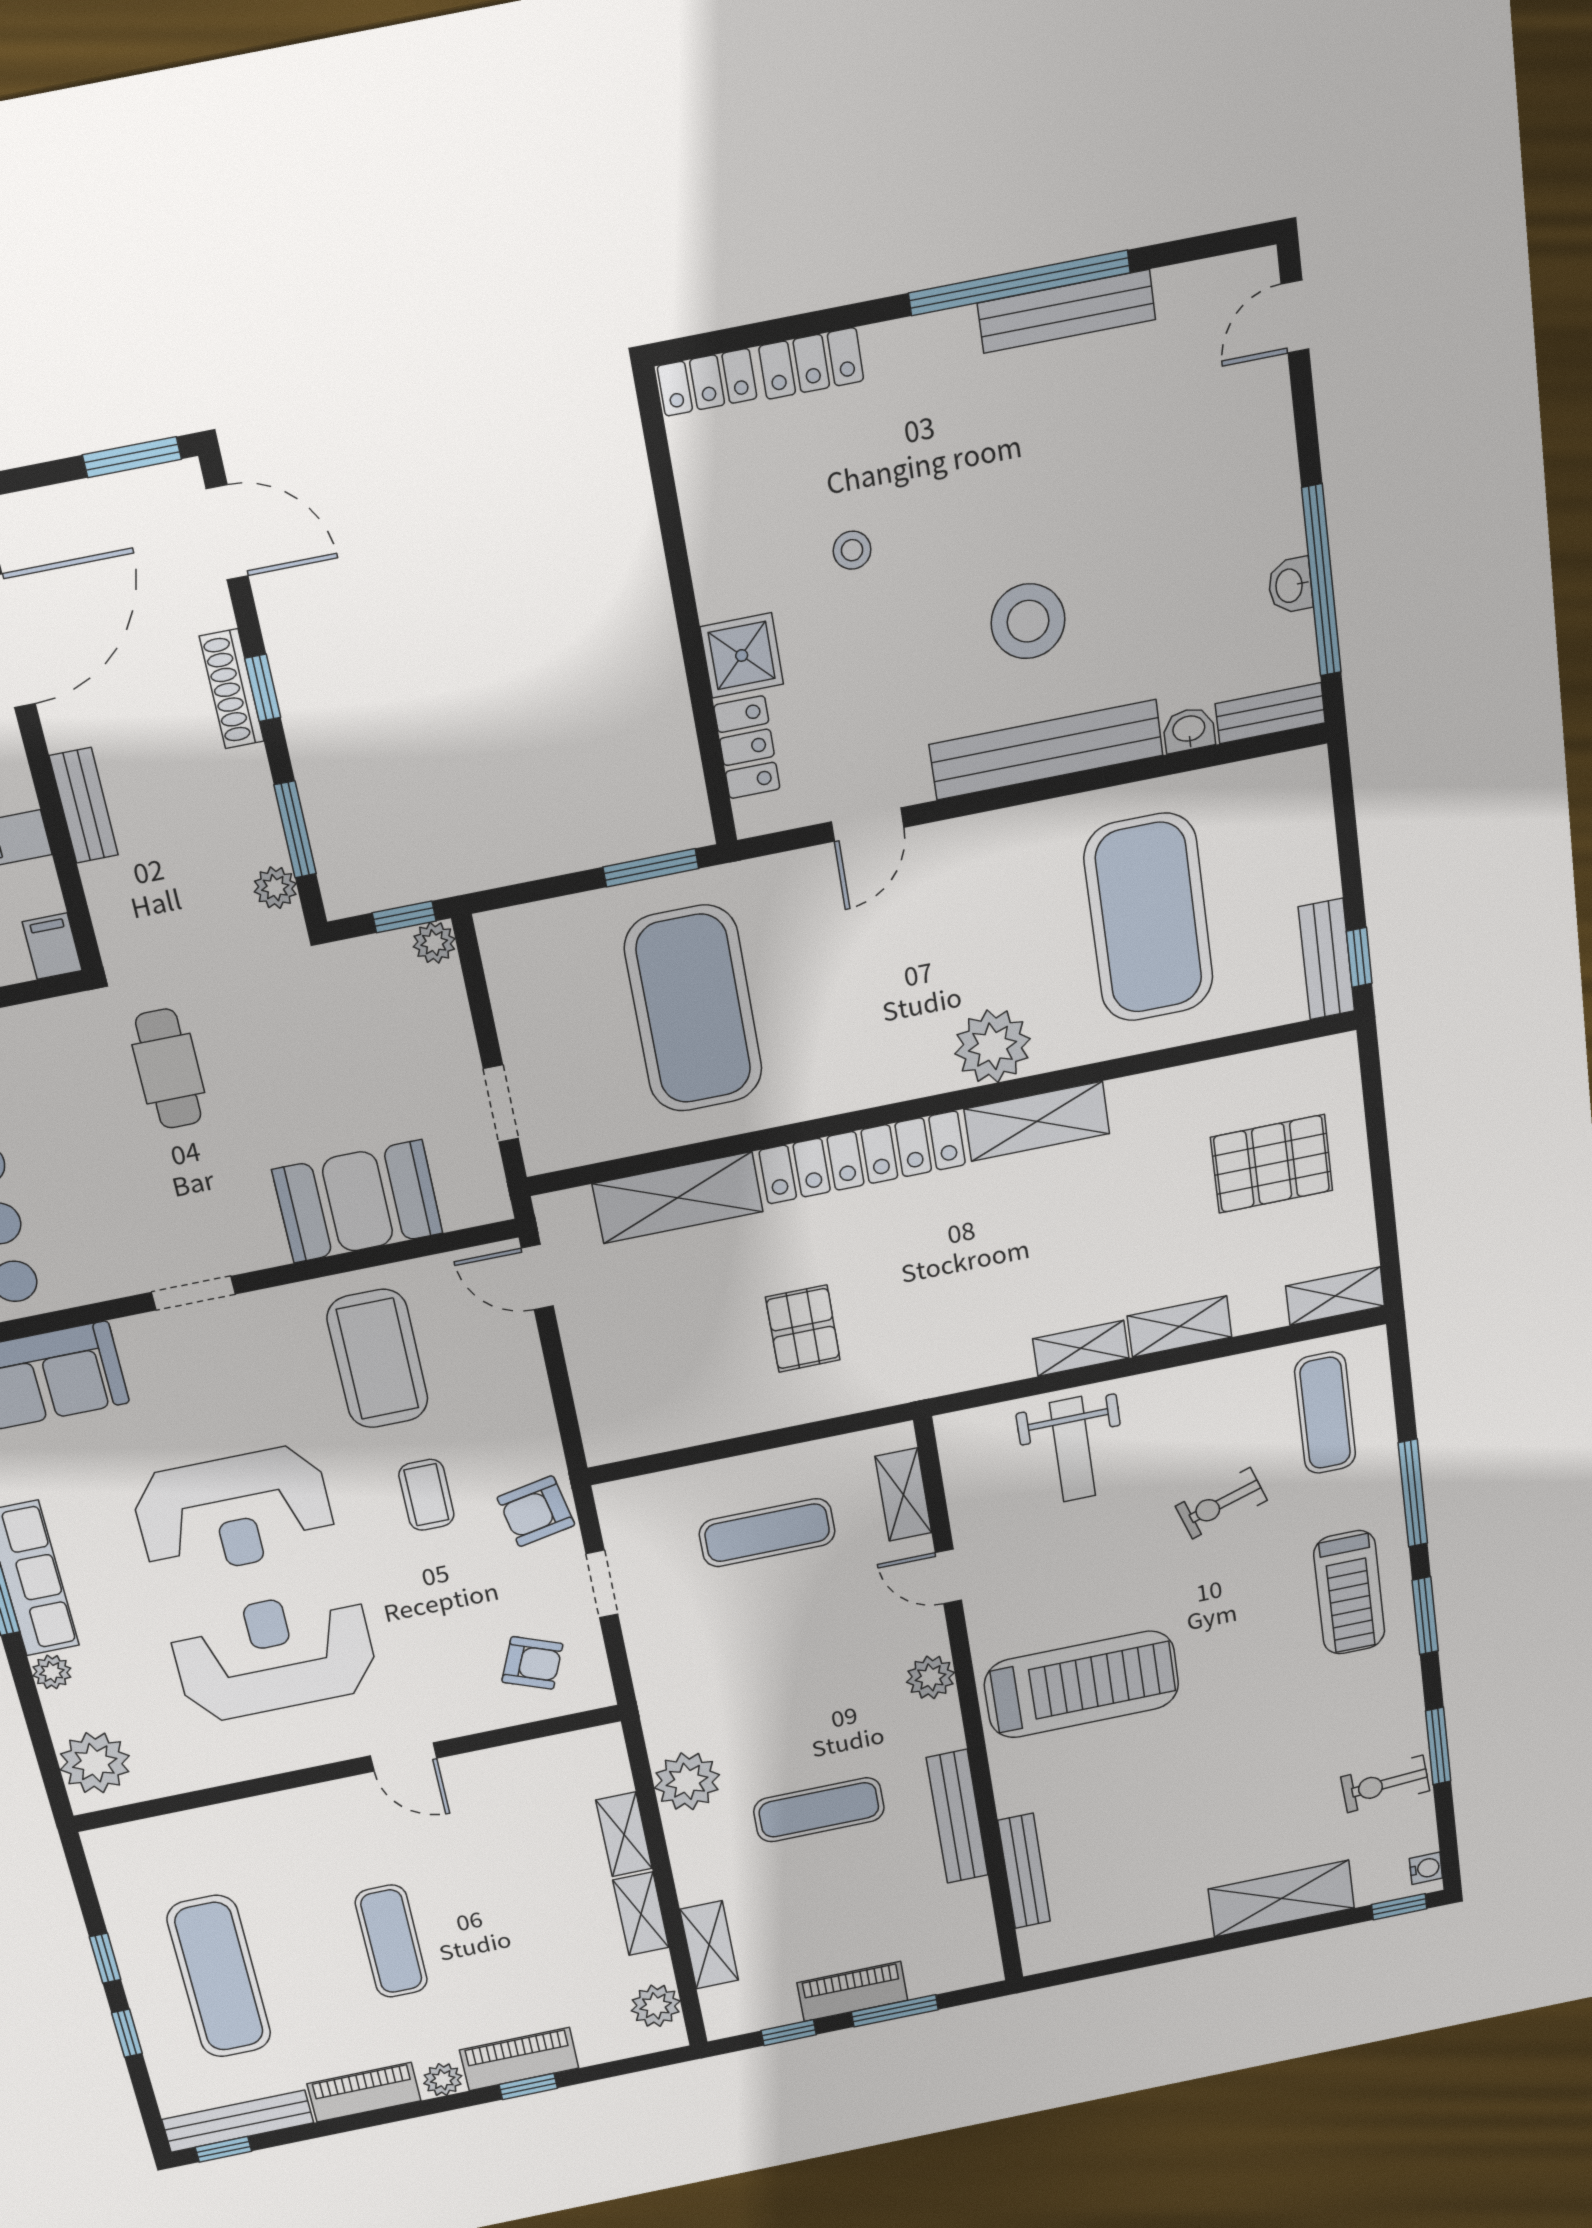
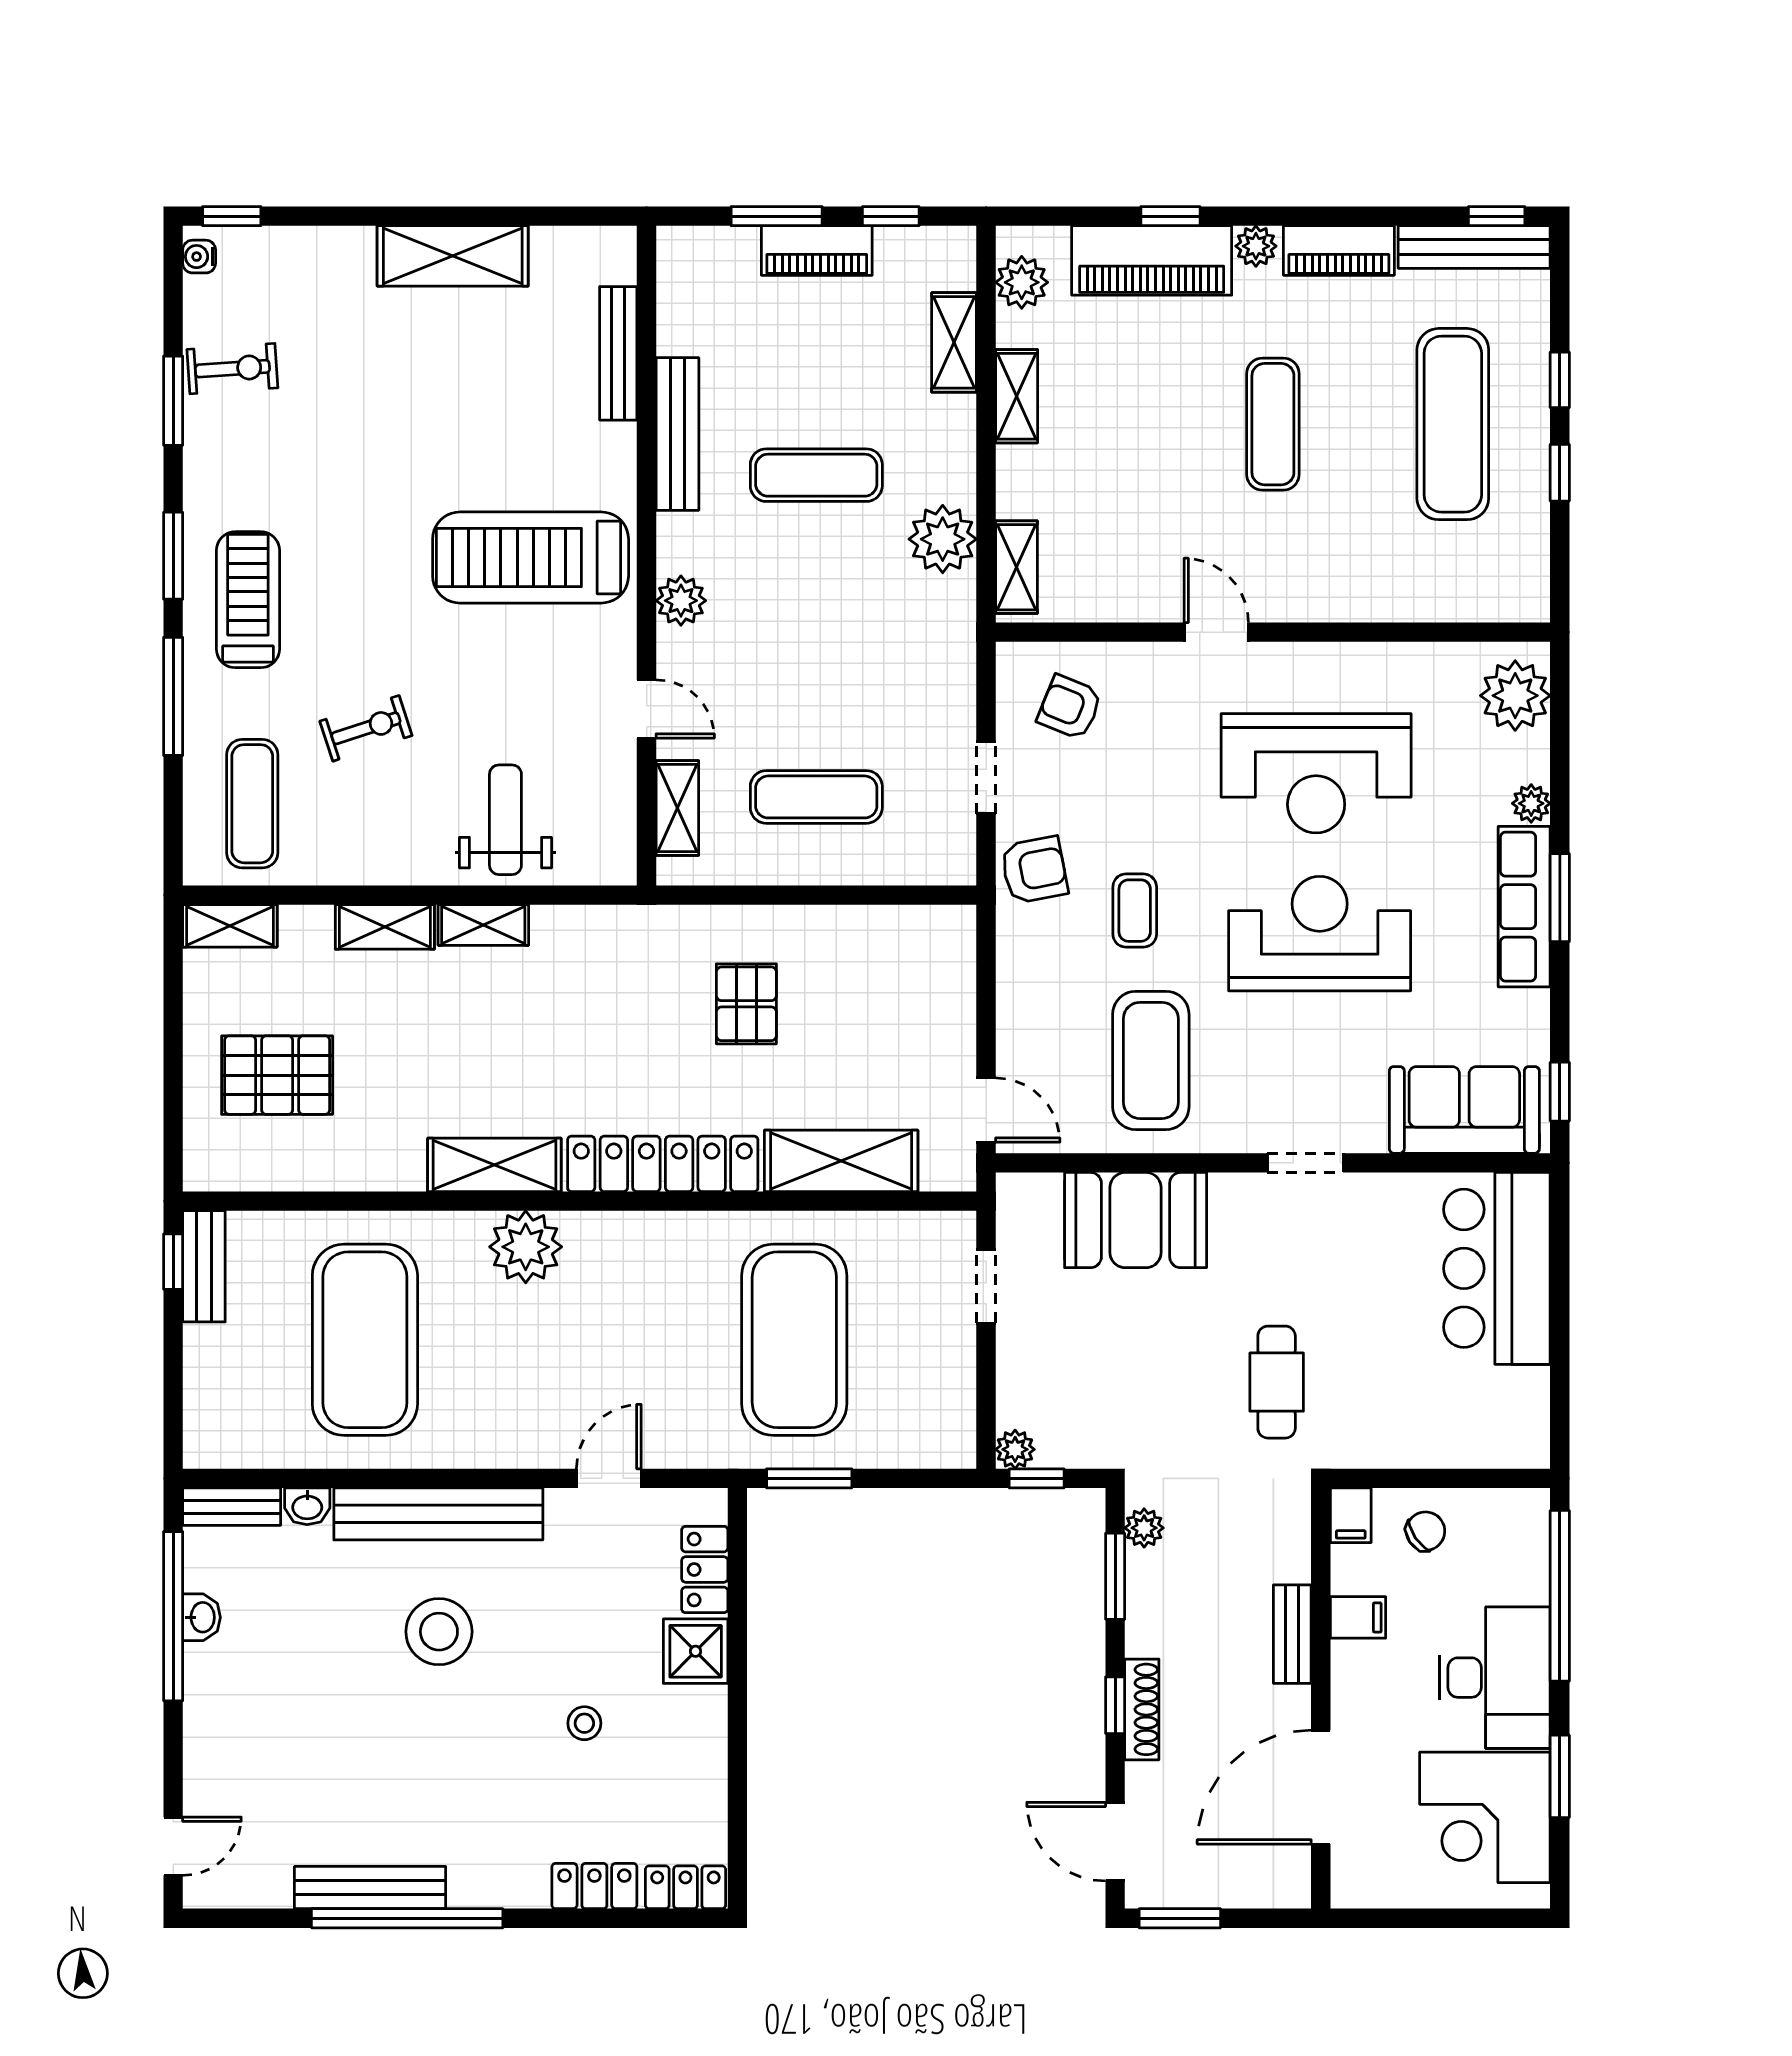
shelving: (624, 1834) -> (1016, 567), moved
shelving: (1281, 1899) -> (453, 256), moved
piano: (519, 2059) -> (1152, 260), width x1.37, depth x1.33

